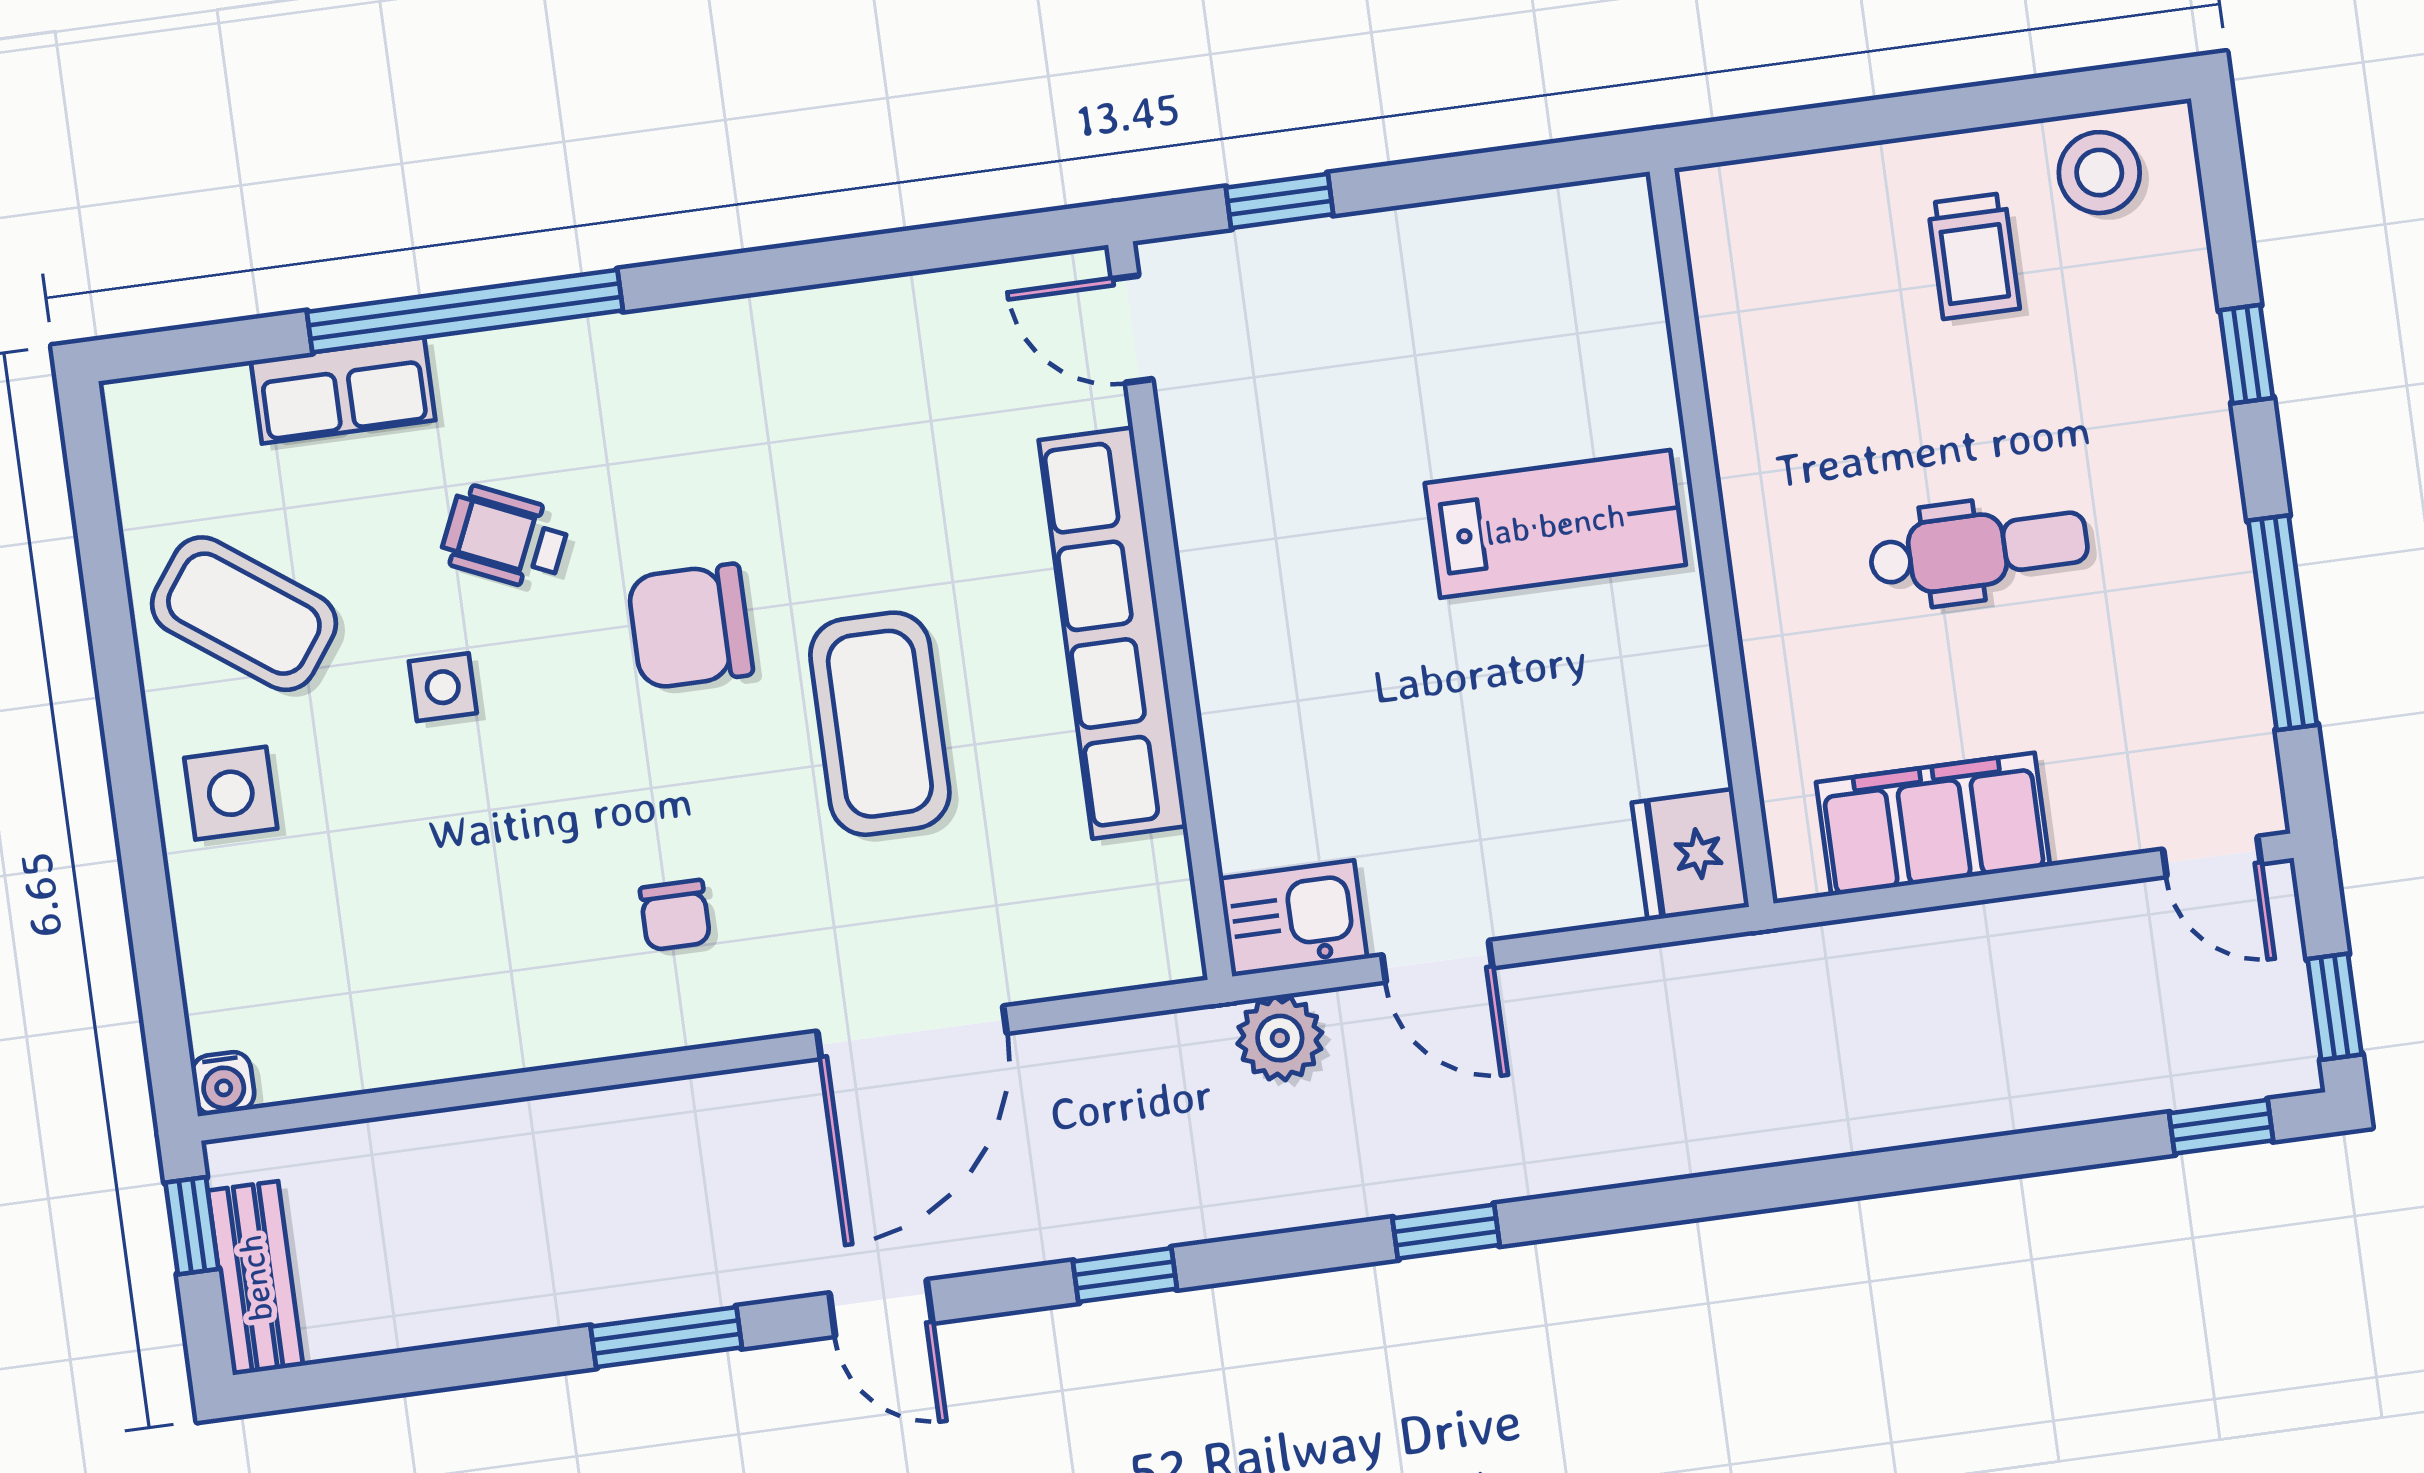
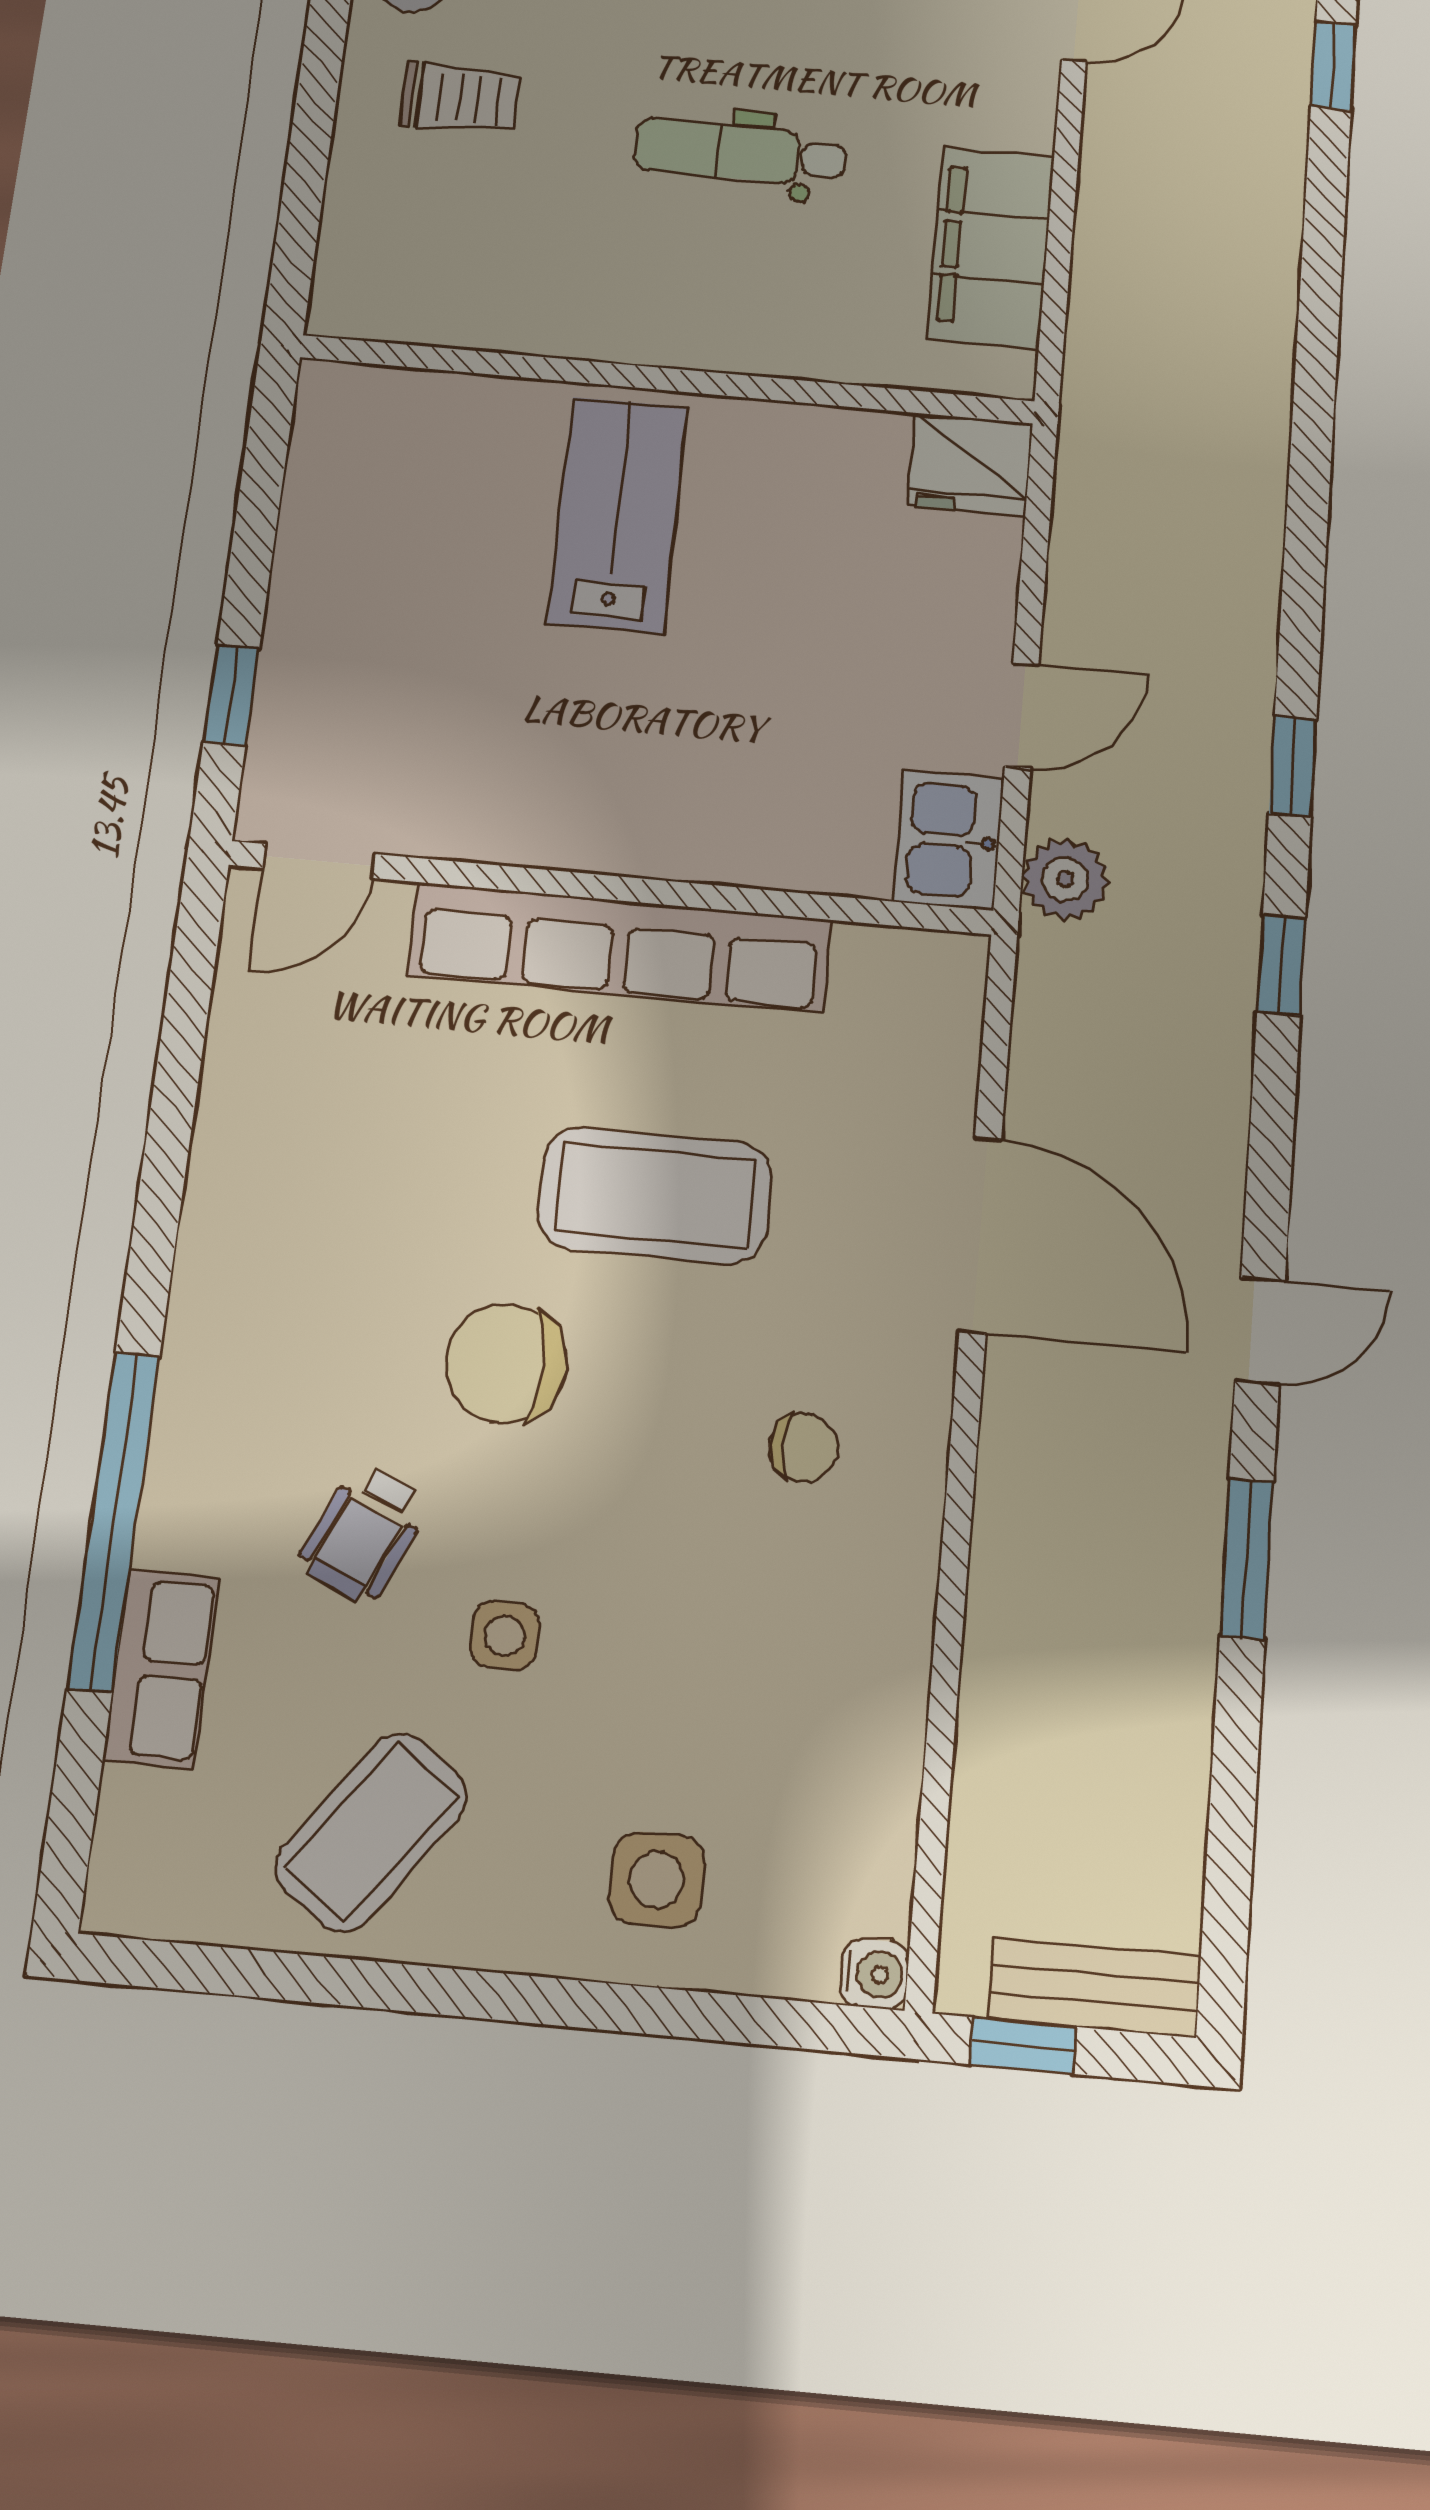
dental chair: (1979, 550) -> (740, 153), turned -90
chair: (690, 626) -> (506, 1363), turned 90
side table: (231, 793) -> (657, 1880), moved
window: (1125, 1275) -> (1281, 965), moved

